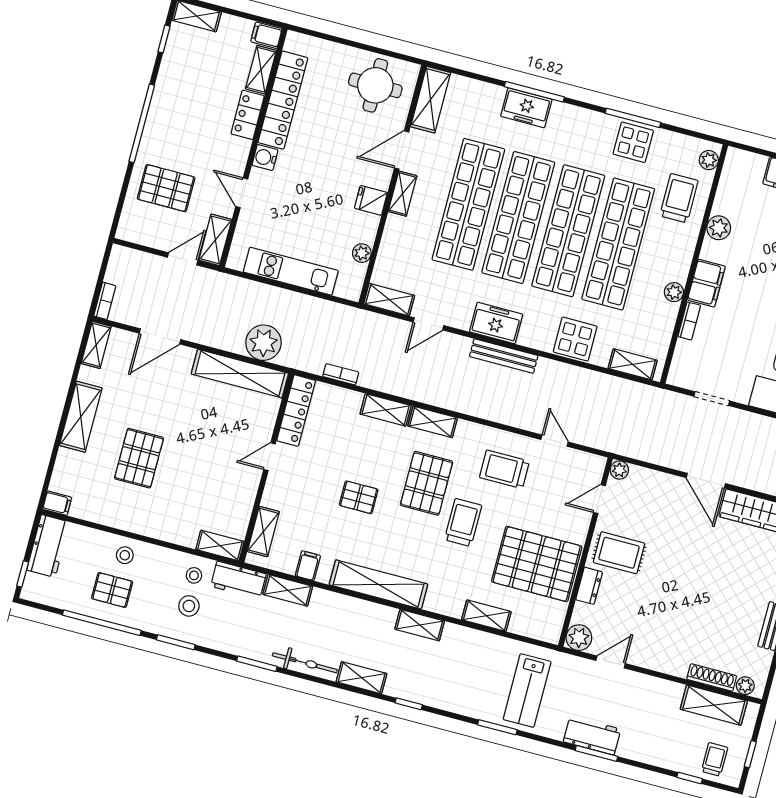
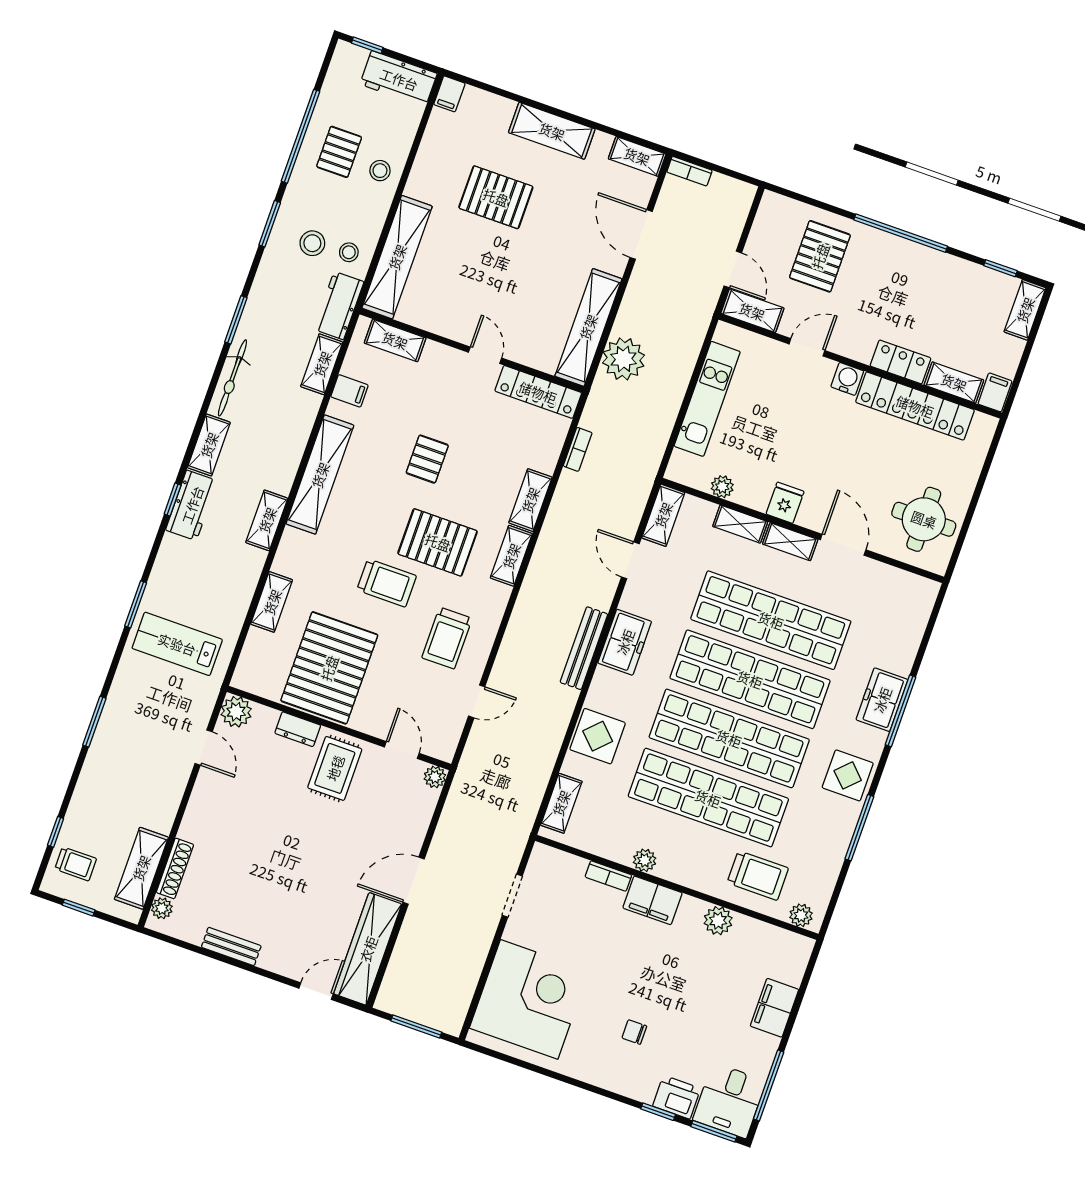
shelving: (431, 100) -> (740, 524), moved, width x0.67, depth x0.75
display table: (633, 142) -> (848, 775), moved
trolley: (504, 469) -> (447, 638), turned 180
shelving: (220, 546) -> (397, 257), width x2.20, depth x1.33
workbench: (592, 735) -> (192, 505), moved

